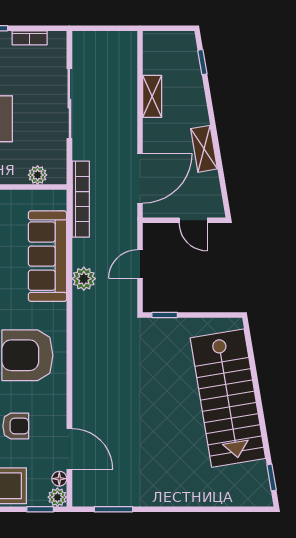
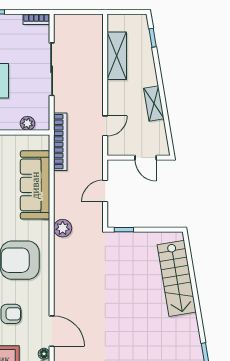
bookcase: (30, 38) -> (36, 19), moved
shelving: (152, 96) -> (117, 56), width x1.50, depth x1.33
door: (140, 178) -> (105, 126), width x0.53
plant: (84, 279) -> (63, 228), moved
stairs: (228, 398) -> (177, 278), width x0.73, depth x0.66

